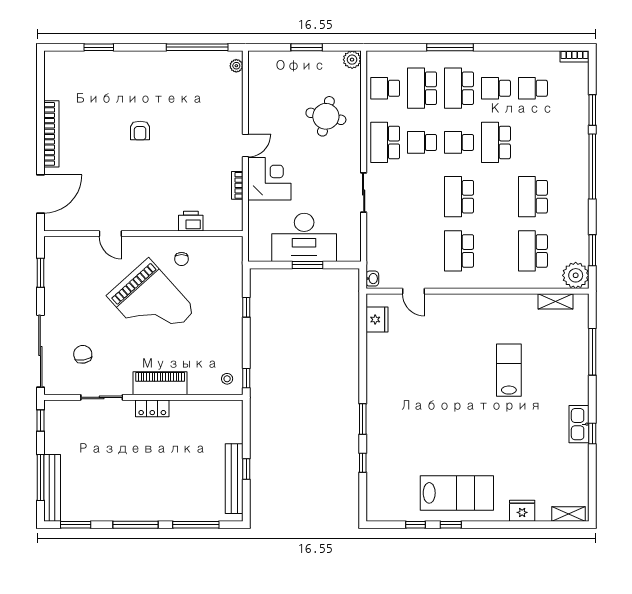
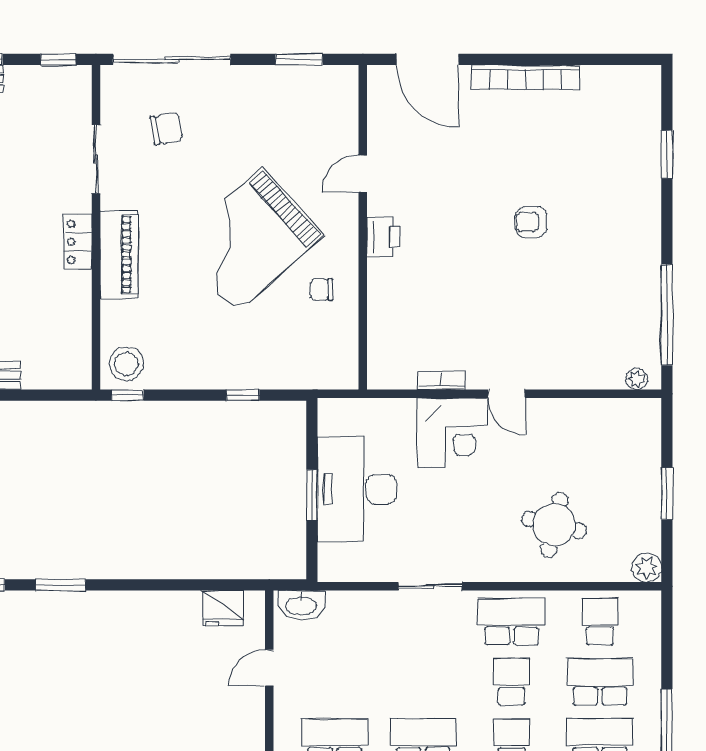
printer: (191, 221) -> (383, 237), moved
washbasin: (372, 279) -> (301, 605), width x1.91, depth x1.45
stool: (227, 379) -> (126, 364), width x1.89, depth x1.89

